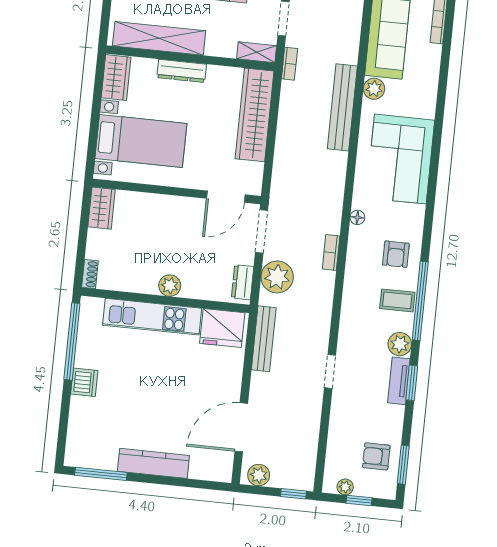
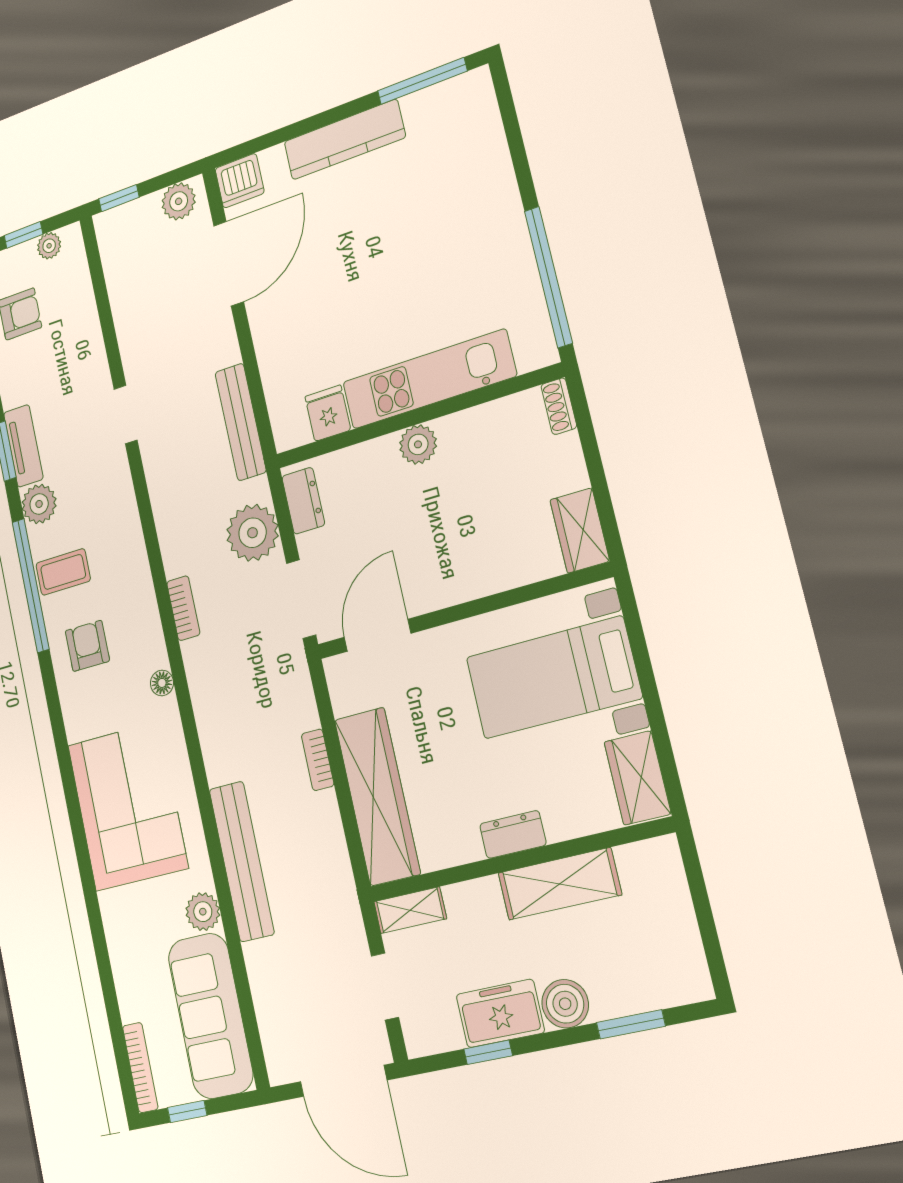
shelving: (159, 38) -> (559, 884), width x0.68
bookcase: (289, 64) -> (318, 760), moved
dresser: (182, 71) -> (513, 834), width x0.70
fridge: (222, 328) -> (328, 413), width x0.53, depth x0.75
dishwasher: (84, 382) -> (240, 181), moved, turned -90

